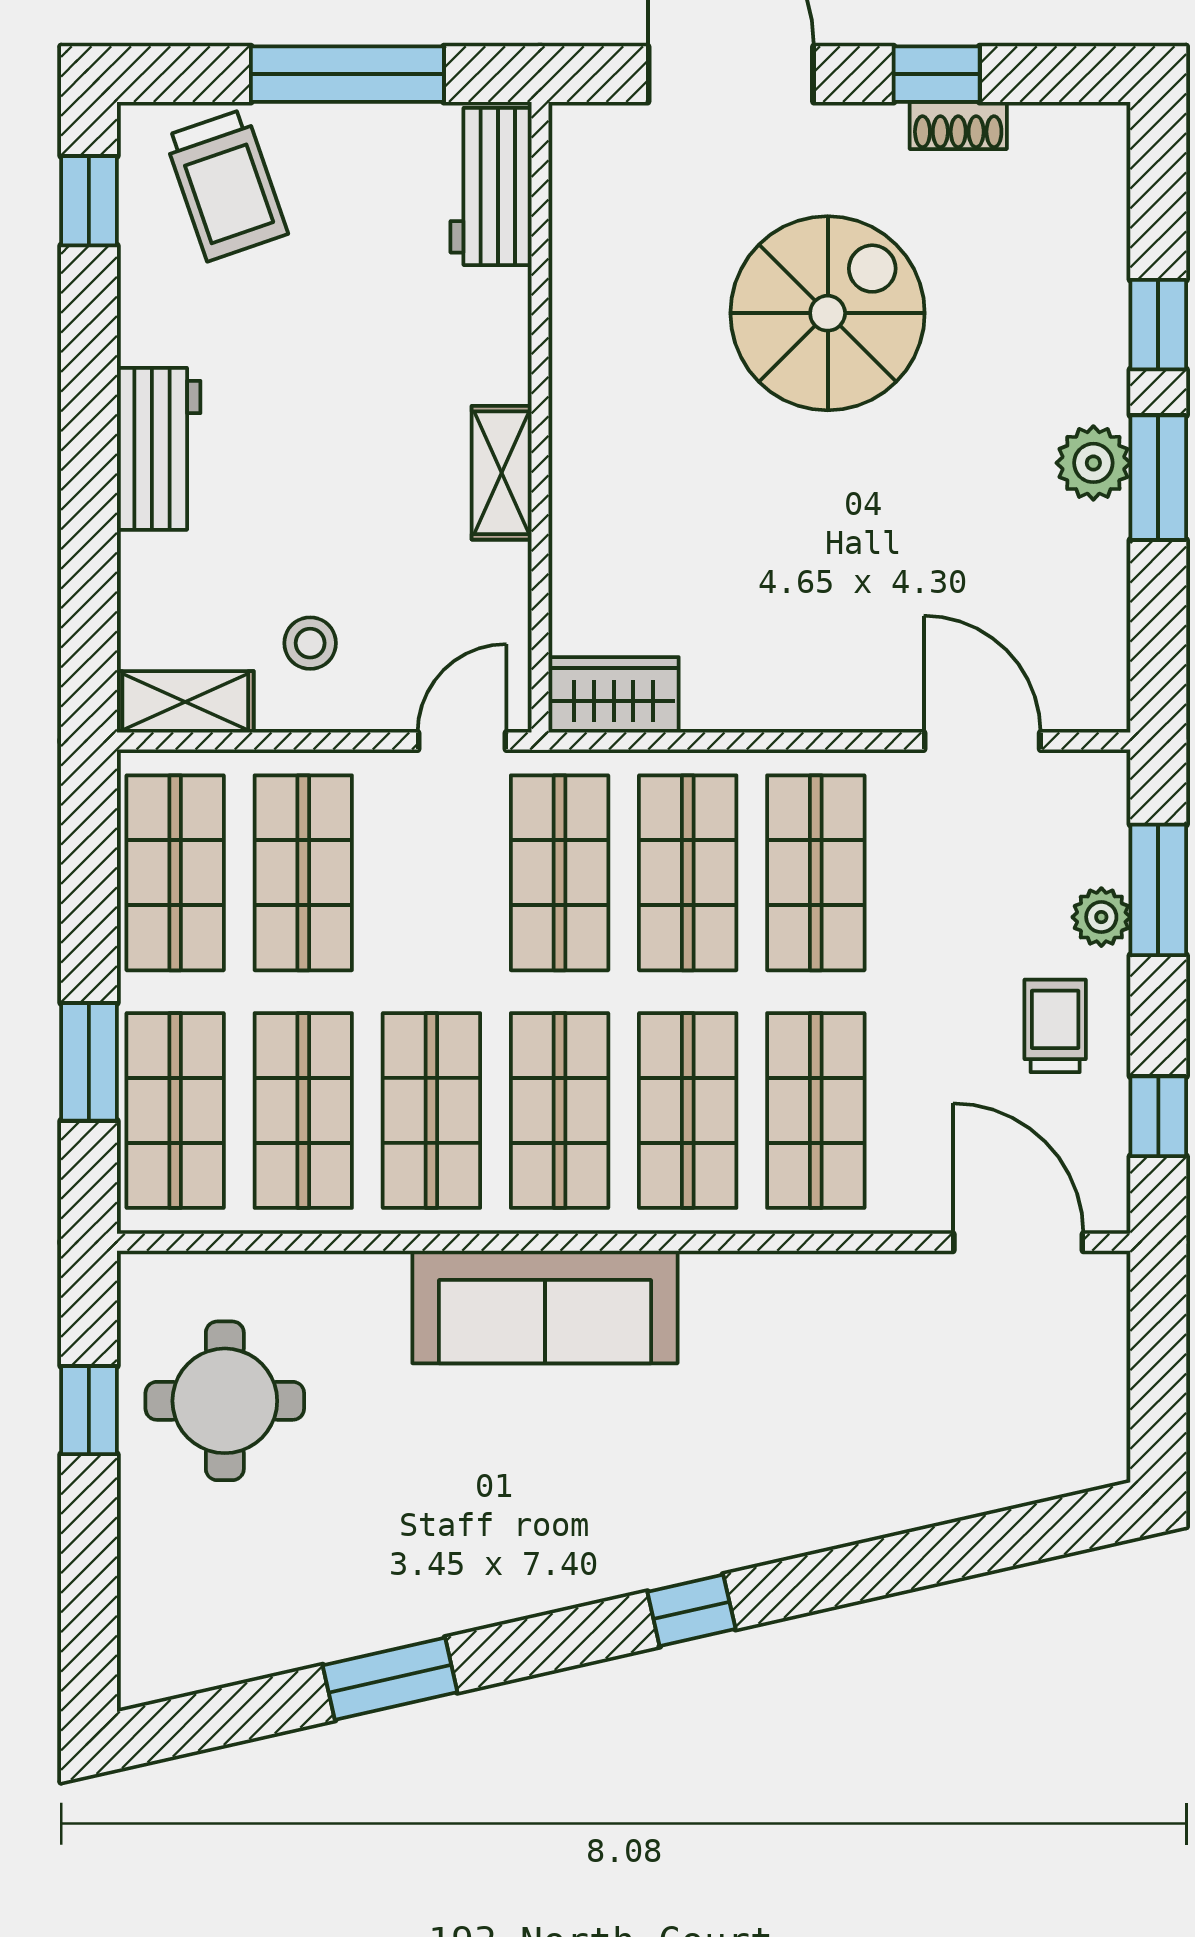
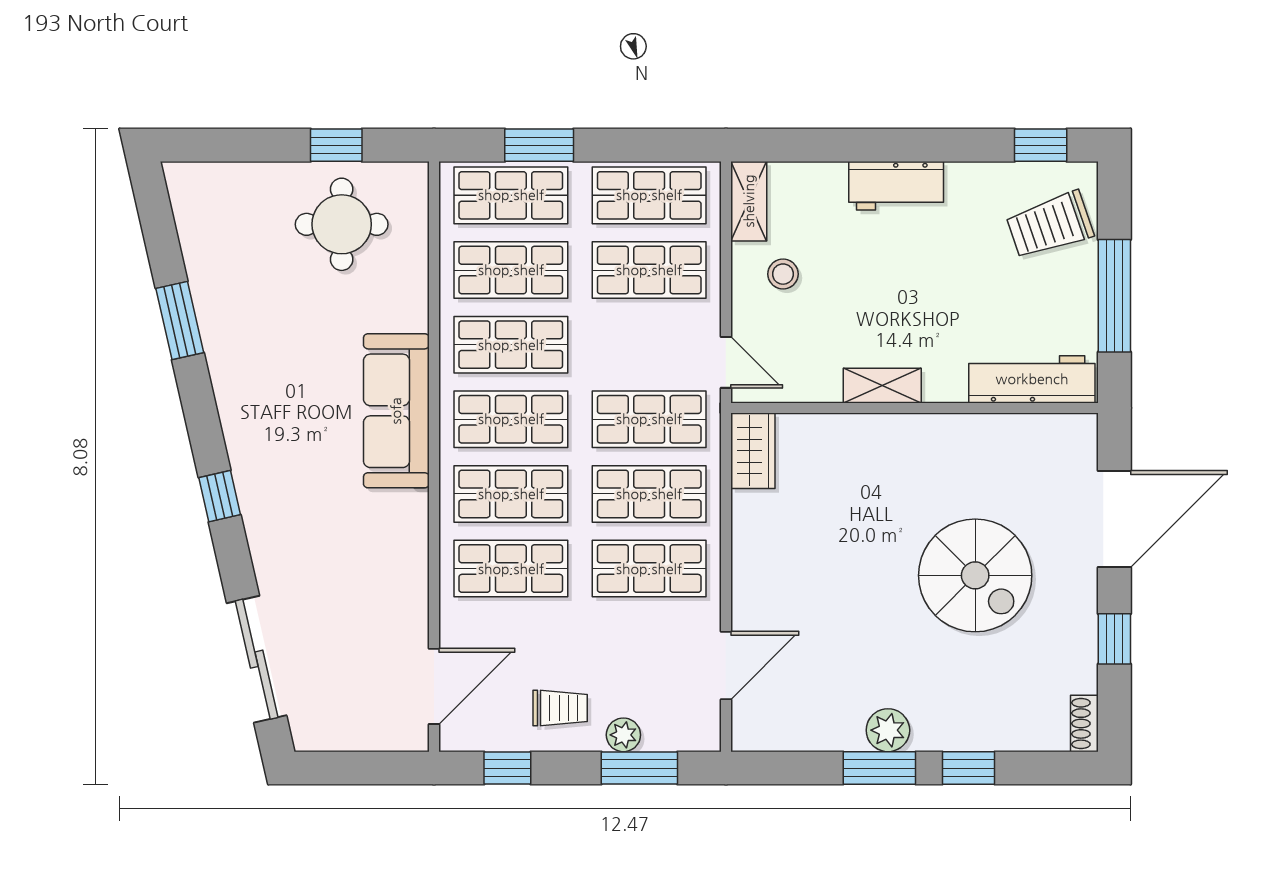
shoe rack: (958, 126) -> (1084, 724), moved
workbench: (491, 186) -> (1032, 379), width x1.38
sliding door: (971, 1547) -> (257, 659), added

